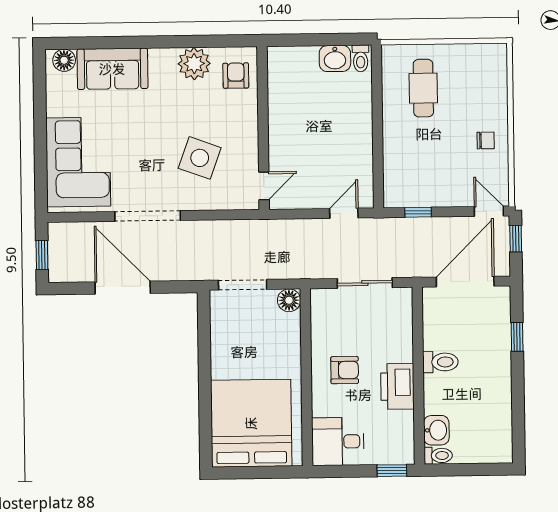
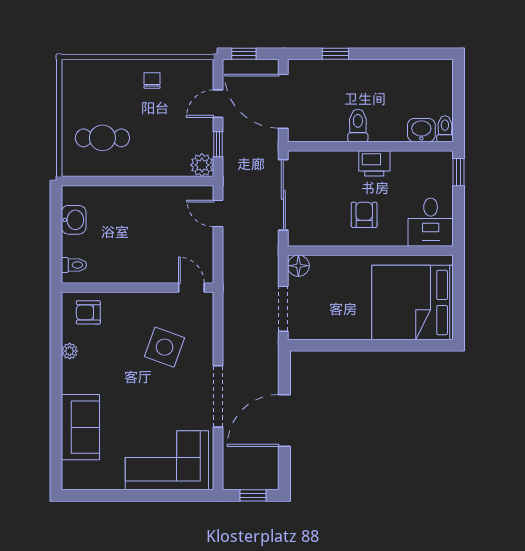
toilet: (361, 58) -> (74, 265), moved
floor lamp: (64, 60) -> (72, 472), removed
plant: (194, 64) -> (70, 351), width x0.53, depth x0.53
plant: (396, 195) -> (202, 165), added
door: (489, 211) -> (218, 104), moved
sliding door: (365, 283) -> (283, 195), width x1.37
printer: (397, 386) -> (374, 163), width x0.73, depth x0.84

